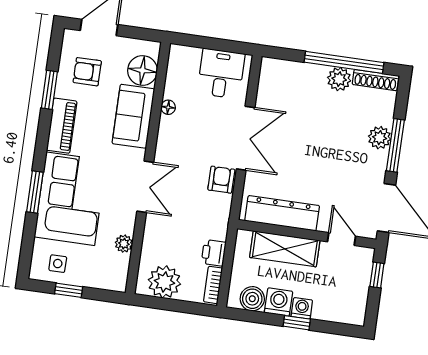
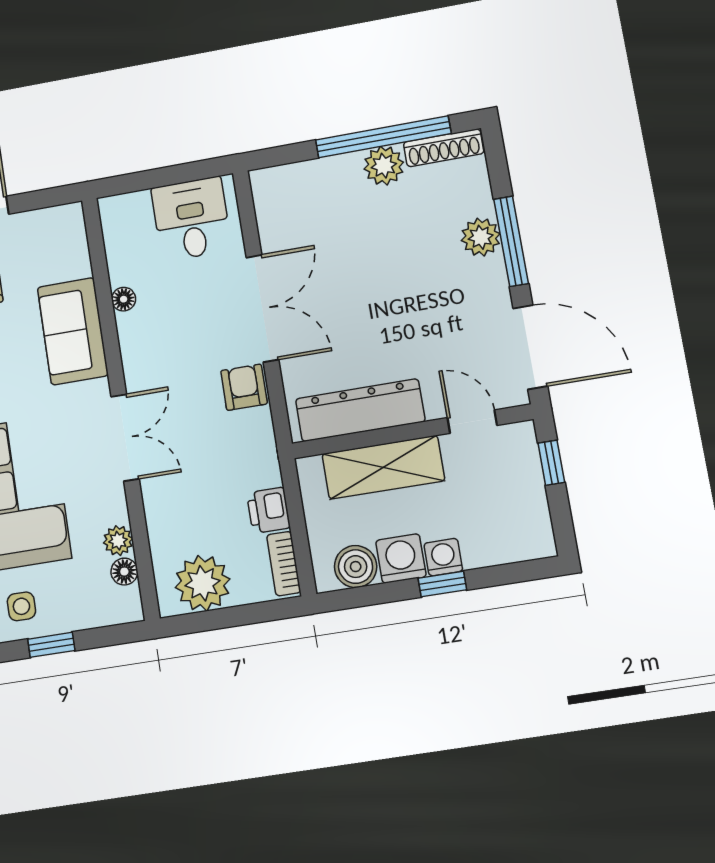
floor lamp: (142, 70) -> (124, 572), moved, width x0.53, depth x0.53

